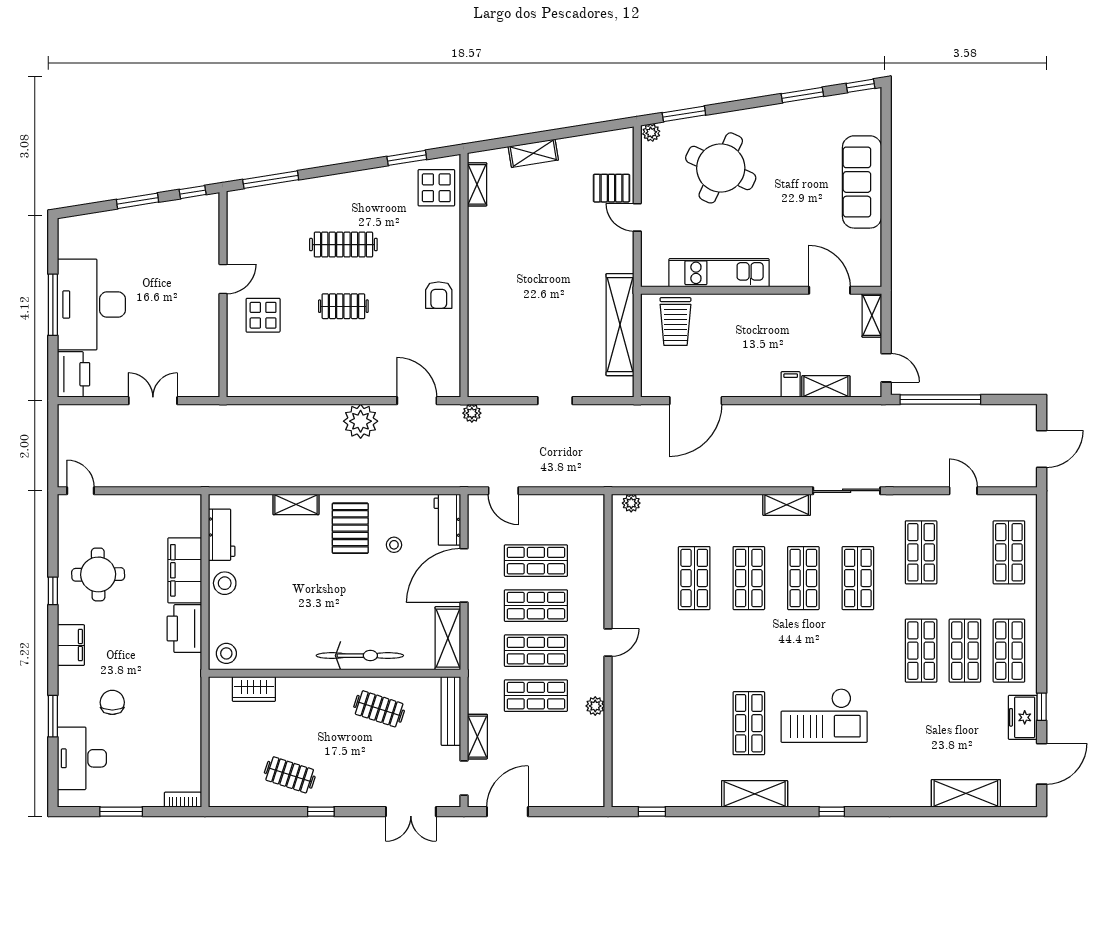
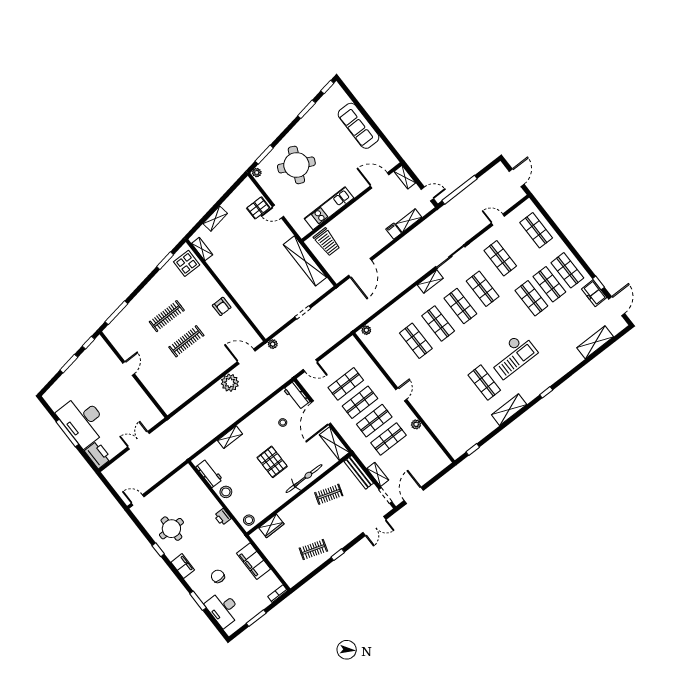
clothes rail: (343, 306) -> (186, 341), width x1.36
display table: (263, 315) -> (156, 370), removed
pallet: (350, 528) -> (272, 462), moved
filing cabinet: (185, 570) -> (253, 561), moved
printer: (184, 629) -> (223, 517), width x0.53, depth x0.68

